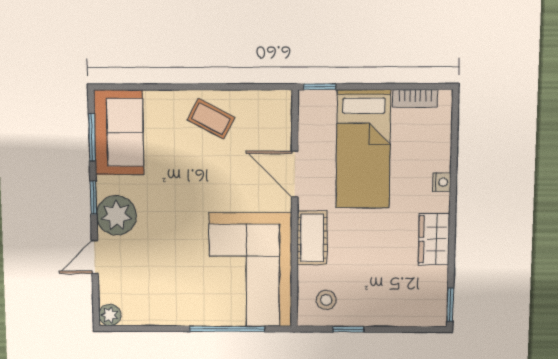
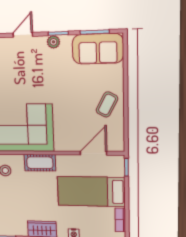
door: (295, 174) -> (93, 153), moved
plant: (116, 215) -> (53, 42), width x0.53, depth x0.53
door: (95, 257) -> (23, 35), hinge flipped

